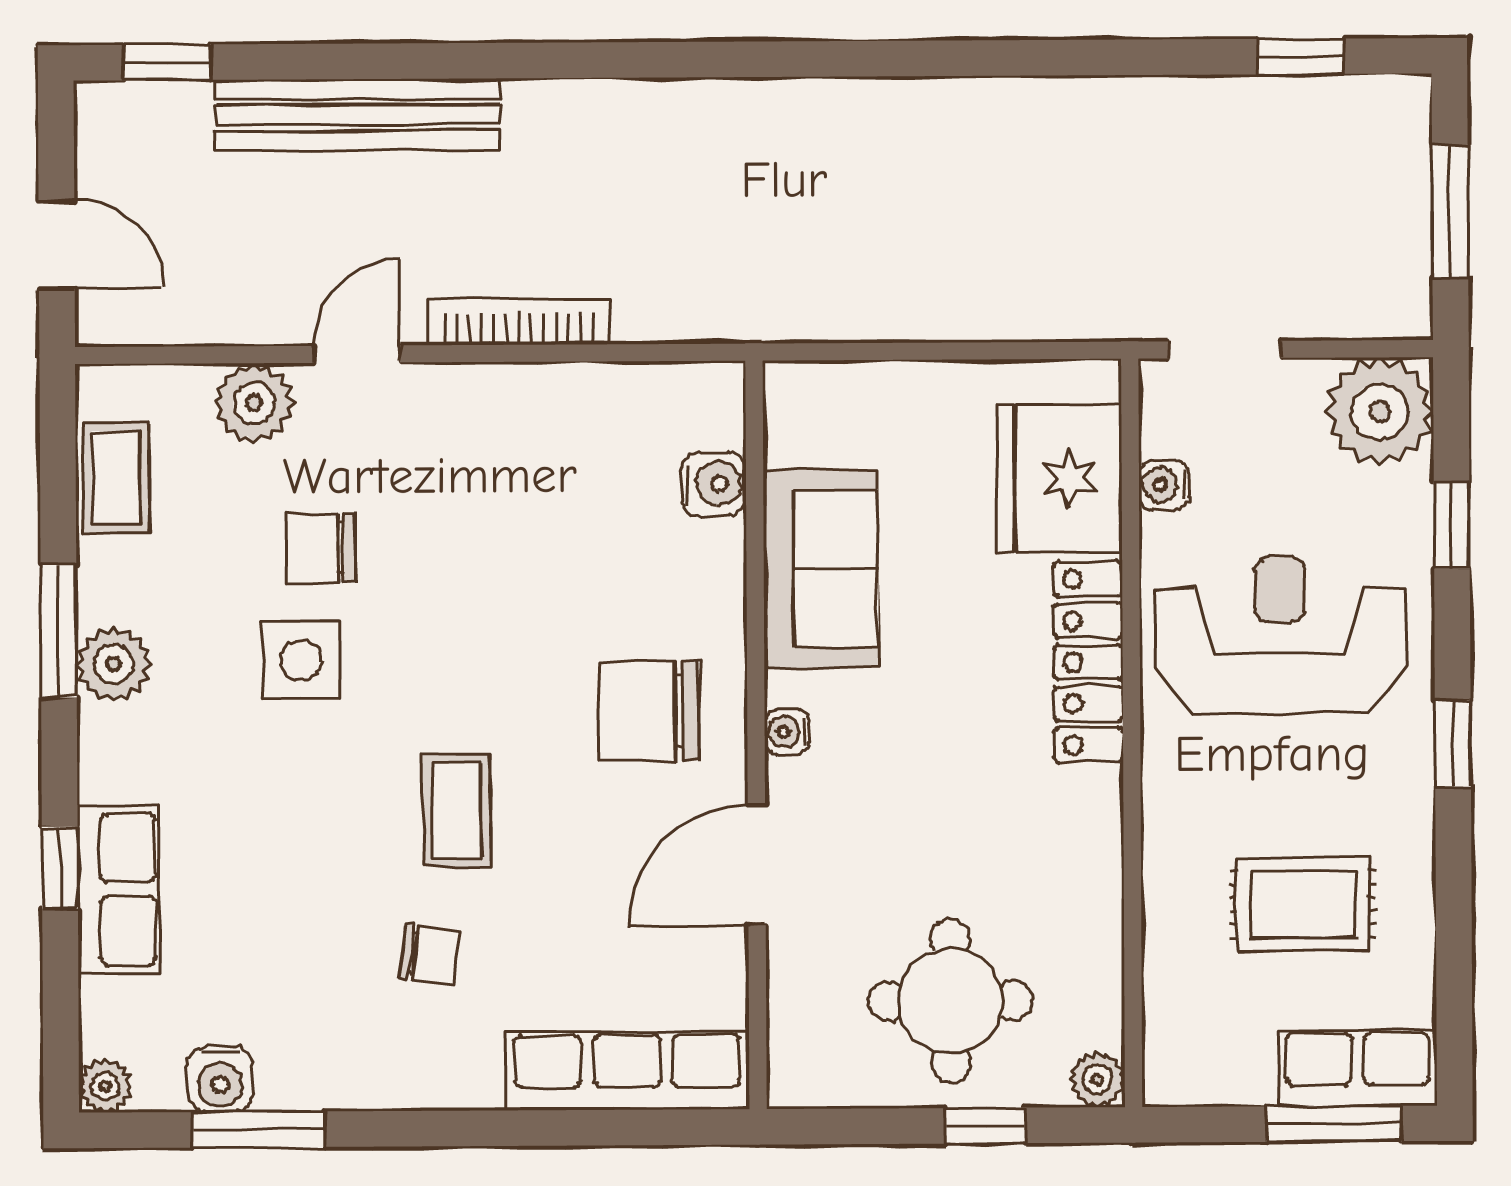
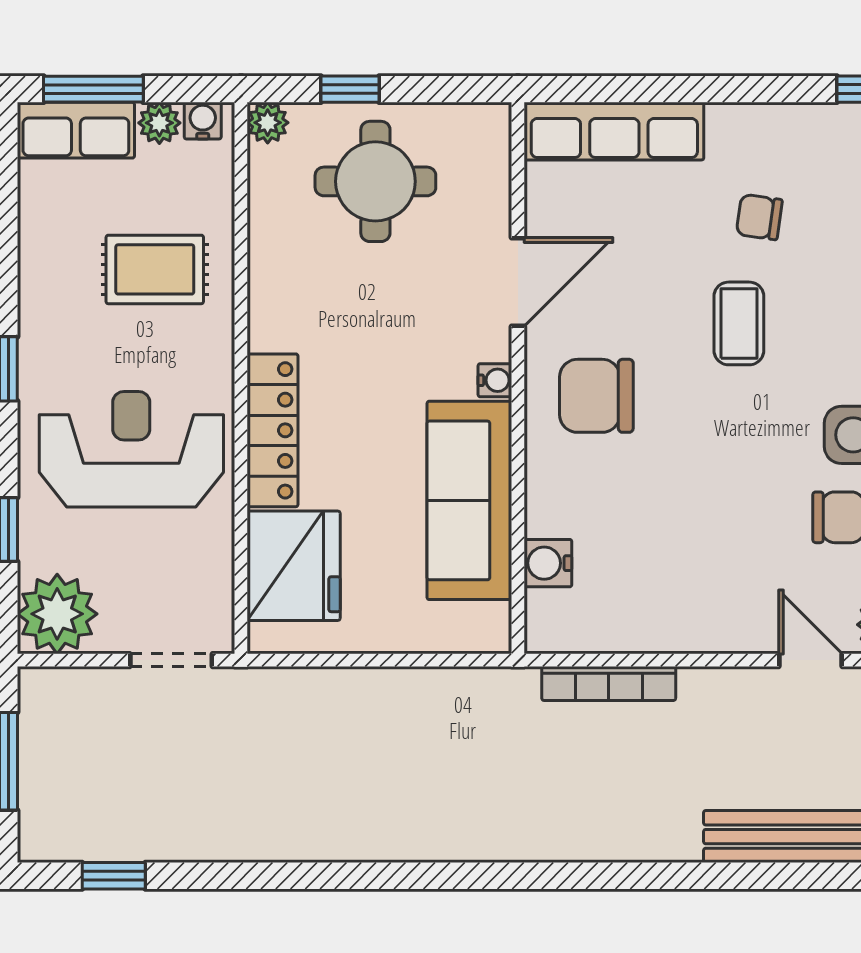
bookcase: (519, 322) -> (609, 683), moved
door: (357, 354) -> (811, 660), swing flipped
water cooler: (1164, 485) -> (203, 121), moved, turned -90
sofa: (821, 568) -> (469, 500), width x1.36
reception desk: (1280, 635) -> (131, 449), turned 180
chair: (649, 711) -> (596, 396), turned 180
rug: (1303, 904) -> (155, 269), moved
plant: (1244, 1078) -> (159, 123), added

